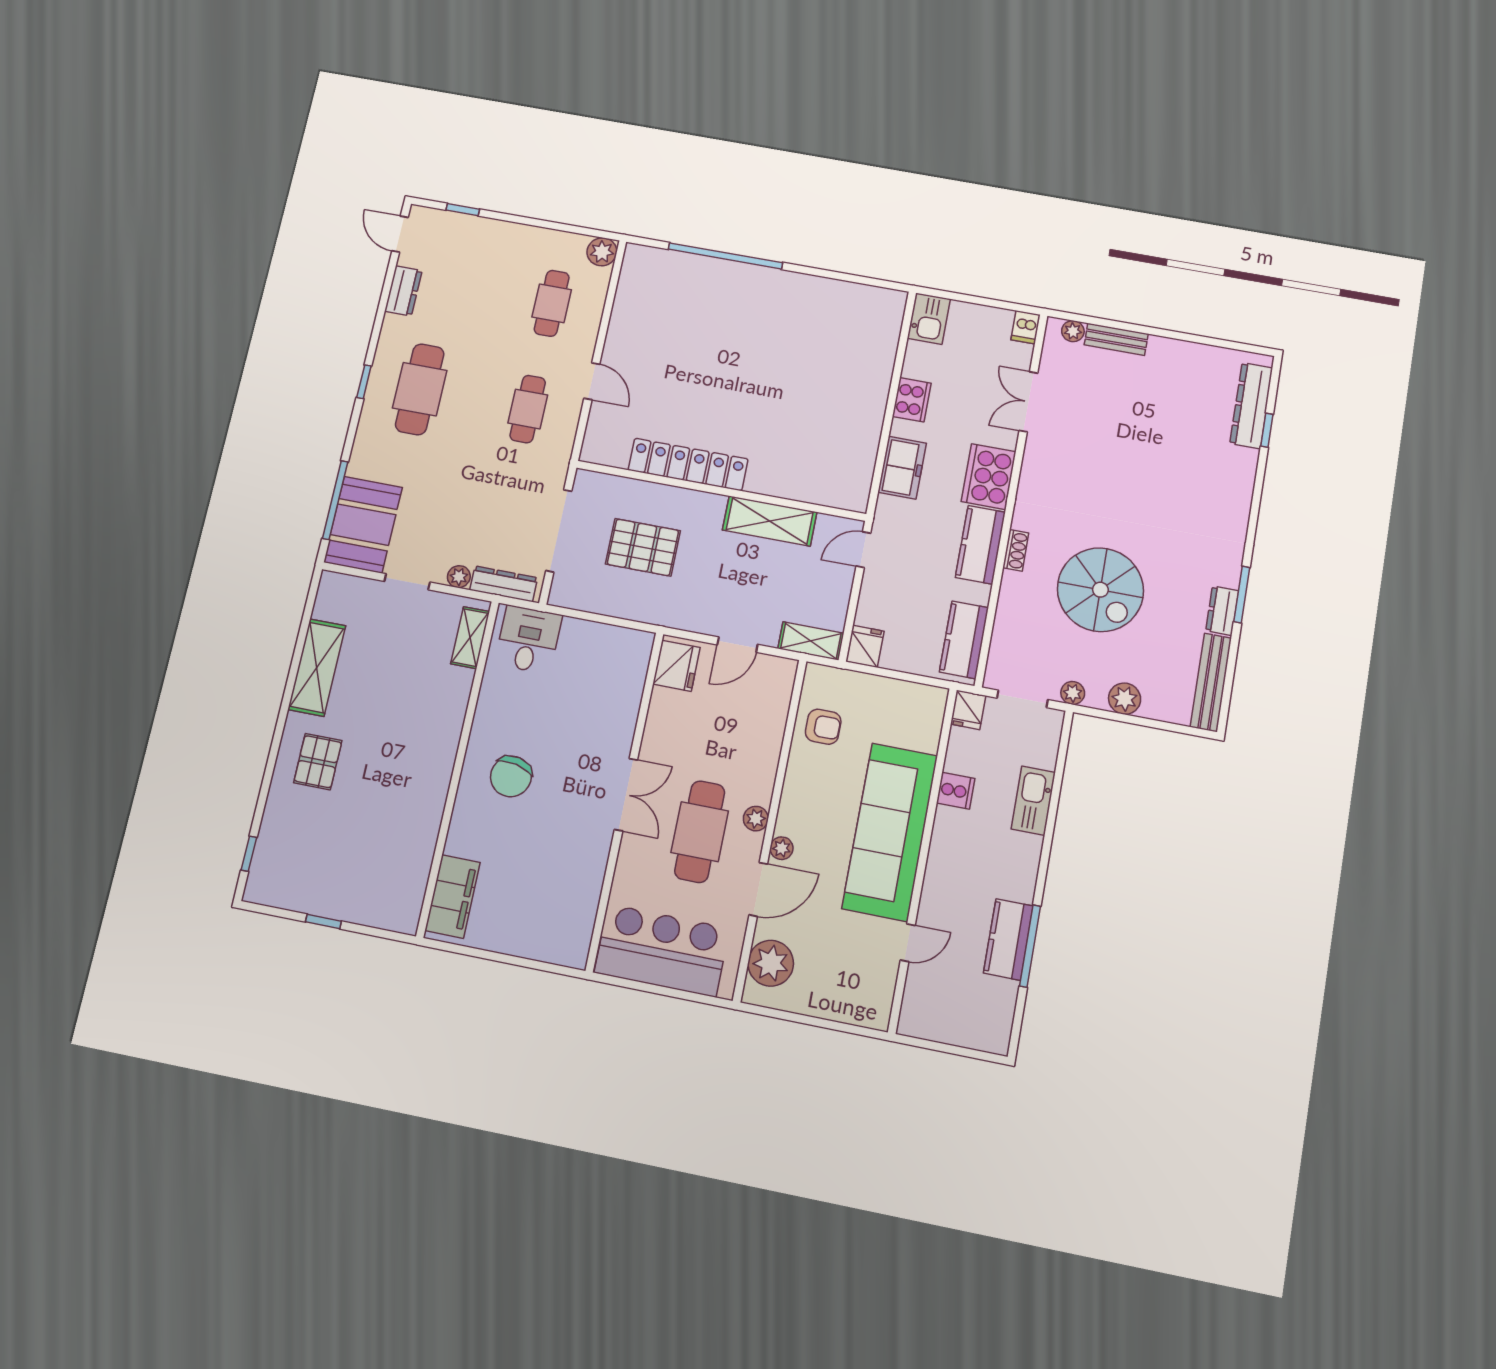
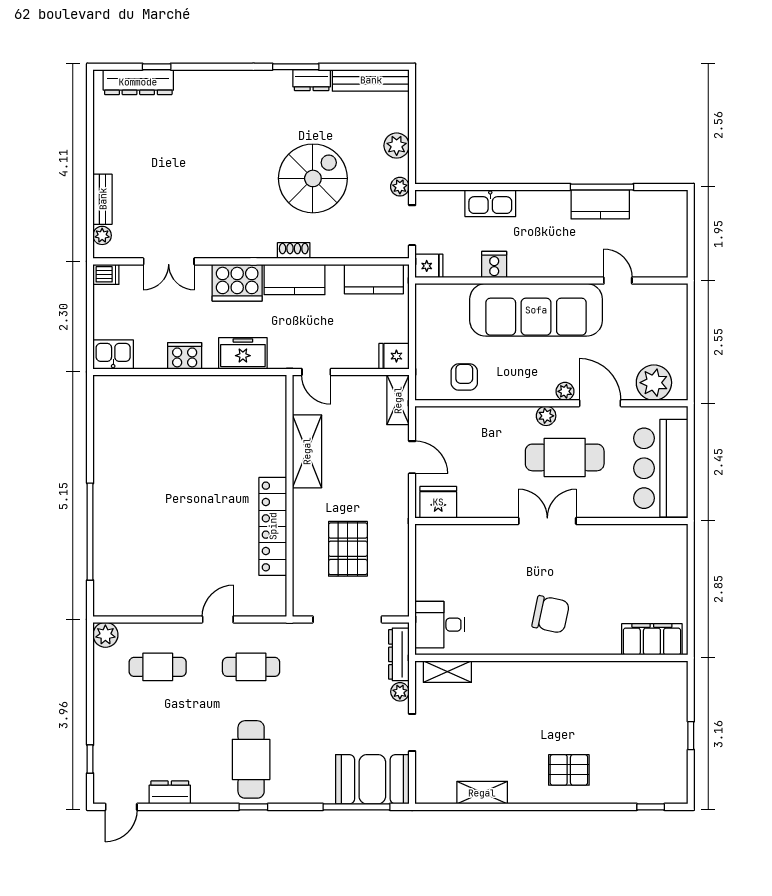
cafe table: (420, 389) -> (251, 759), turned 90
shelving: (317, 668) -> (482, 793), width x0.67, depth x0.75

